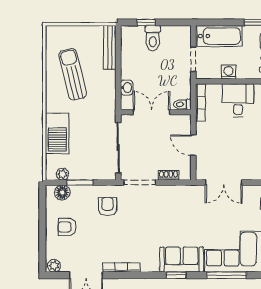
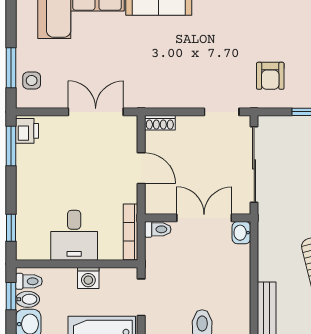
washbasin: (127, 87) -> (241, 233), moved
double door: (151, 112) -> (204, 218), swing flipped
shoe rack: (169, 175) -> (160, 123), moved
doorway: (140, 183) -> (222, 112), width x0.73

